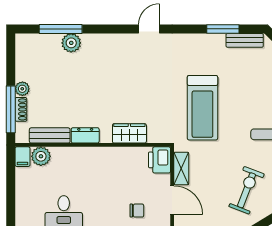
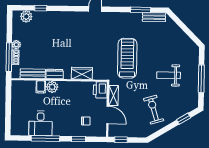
window: (61, 29) -> (41, 8), width x0.46
plant: (71, 43) -> (26, 16), moved
treadmill: (202, 108) -> (127, 58), turned 180
plant: (41, 156) -> (52, 87), moved
filing cabinet: (22, 157) -> (41, 87), moved
exercise bike: (247, 190) -> (154, 110), turned -38

